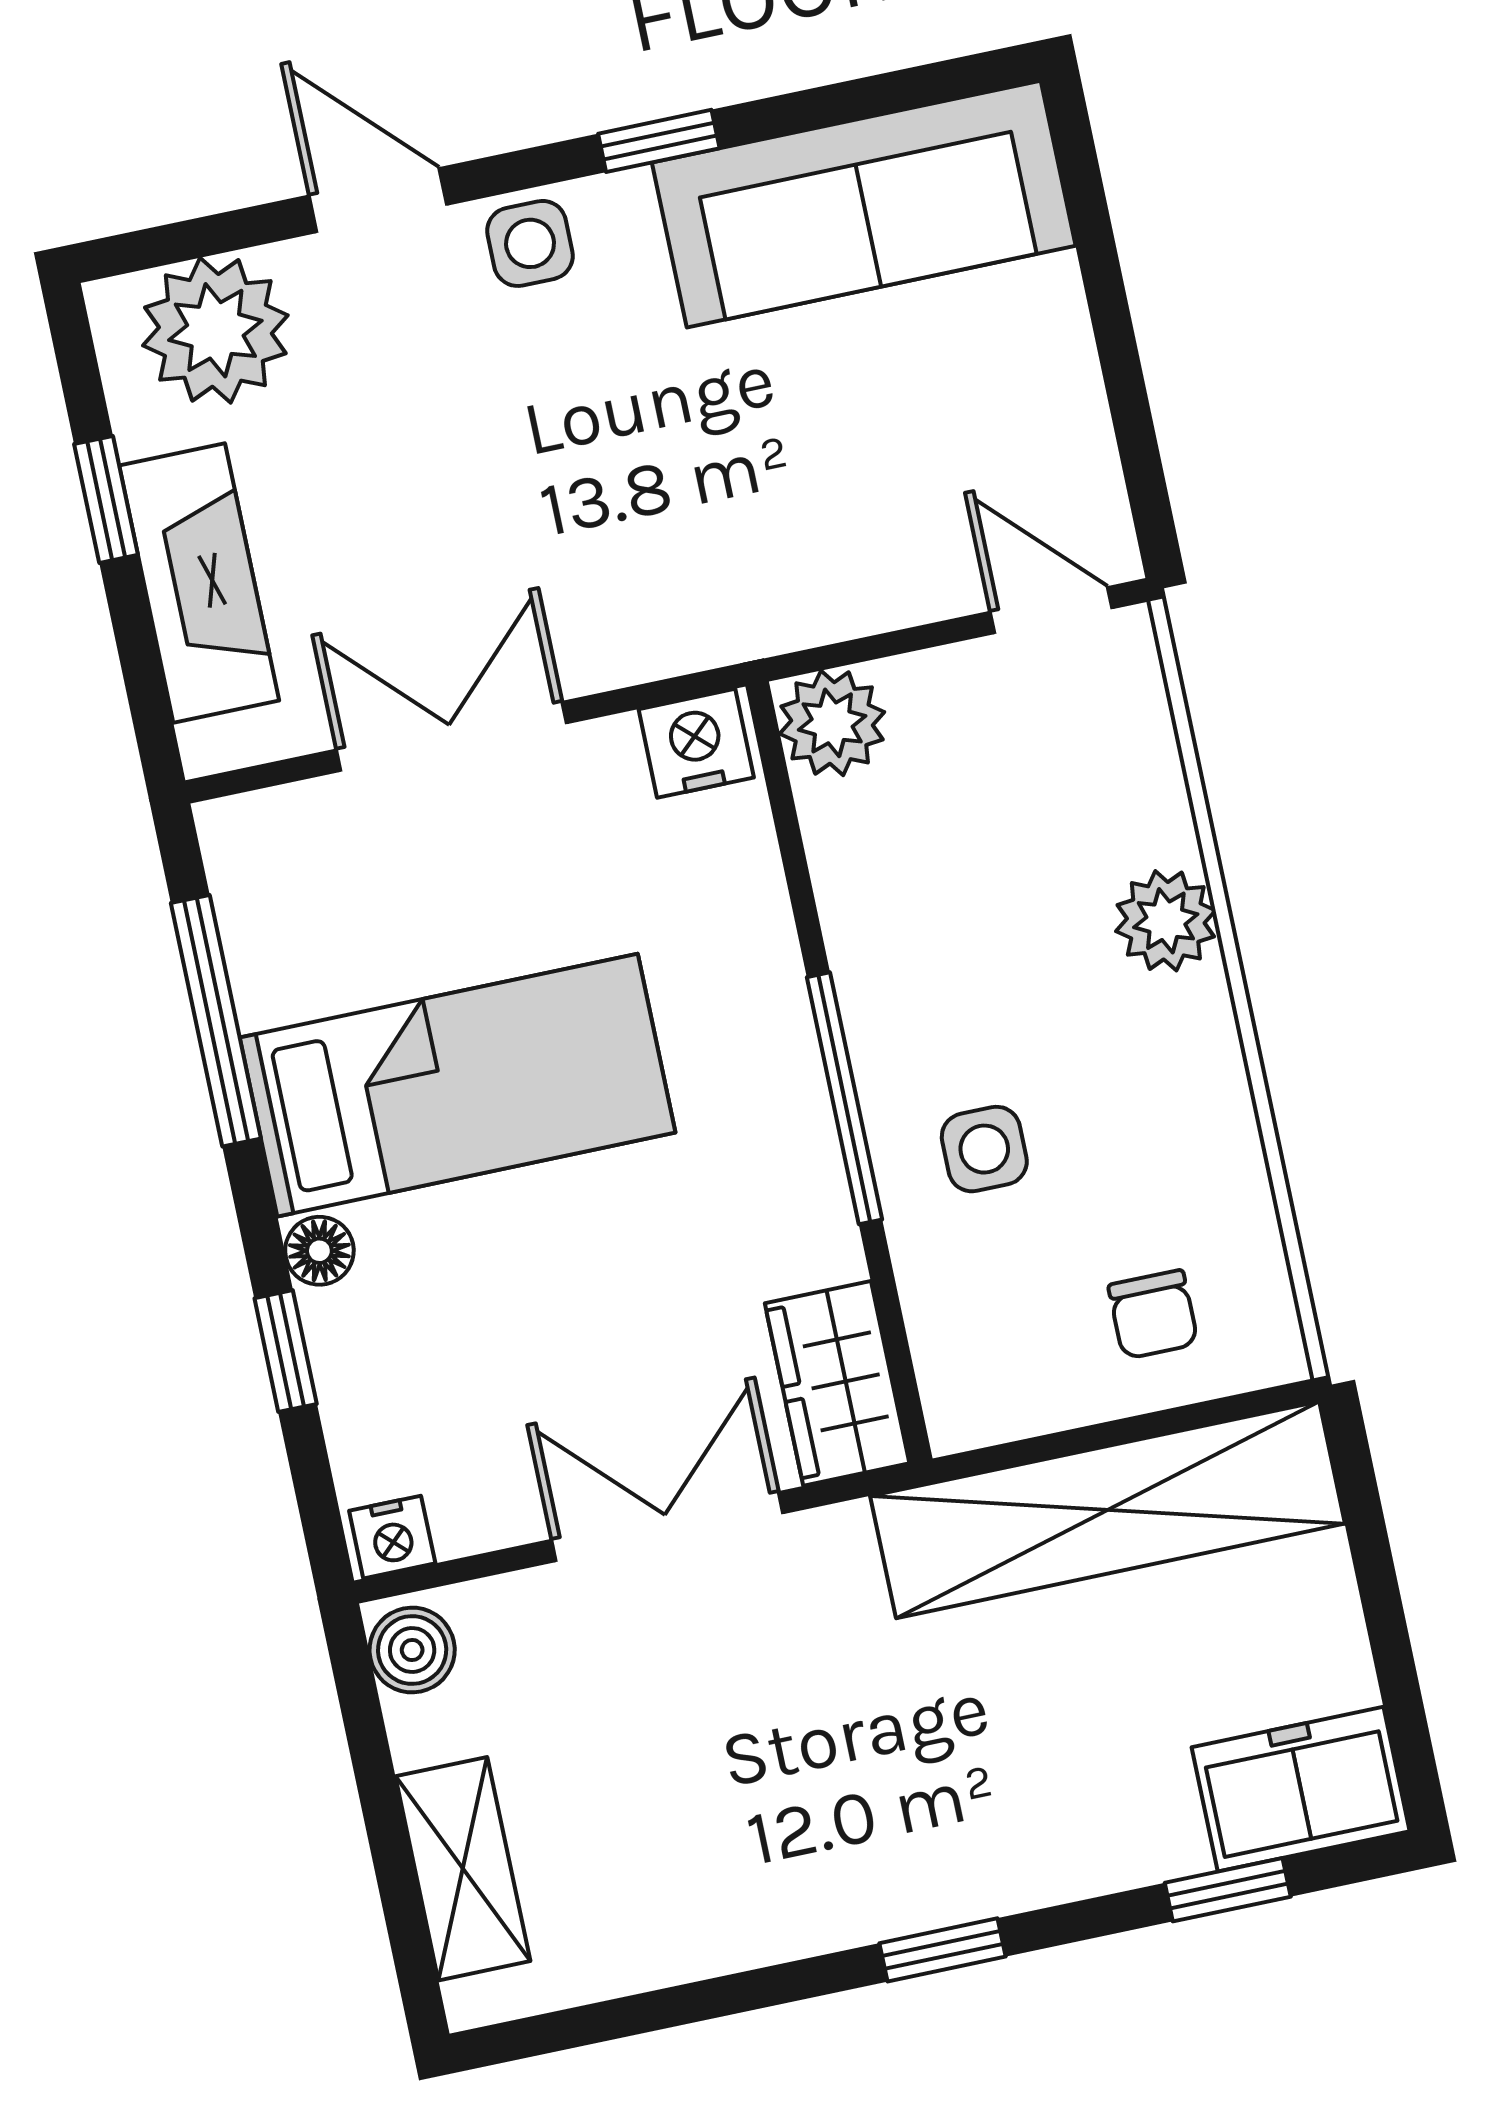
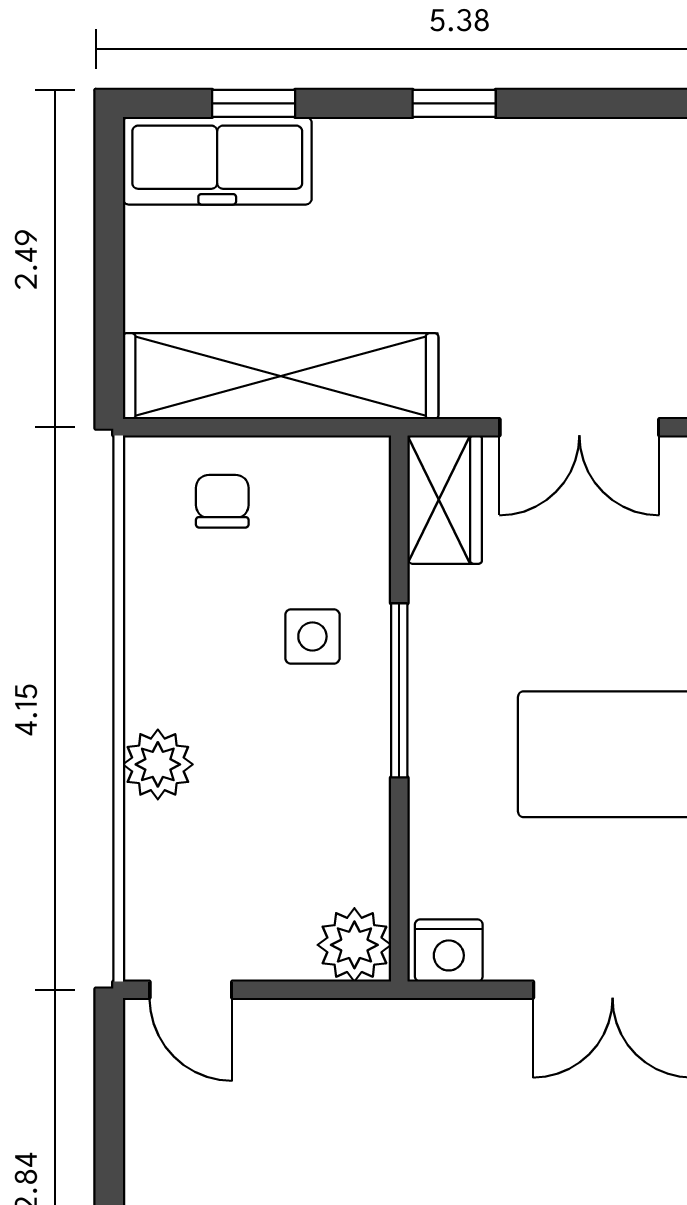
freezer: (1301, 1789) -> (217, 161), width x1.40

